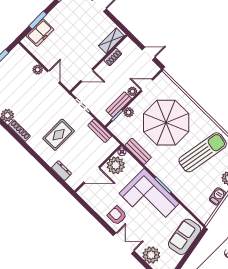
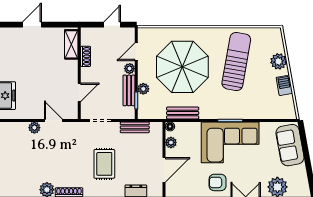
plant: (116, 165) -> (171, 142), width x0.53, depth x0.53

